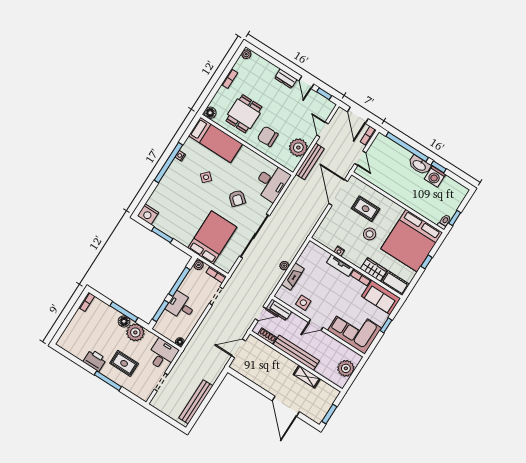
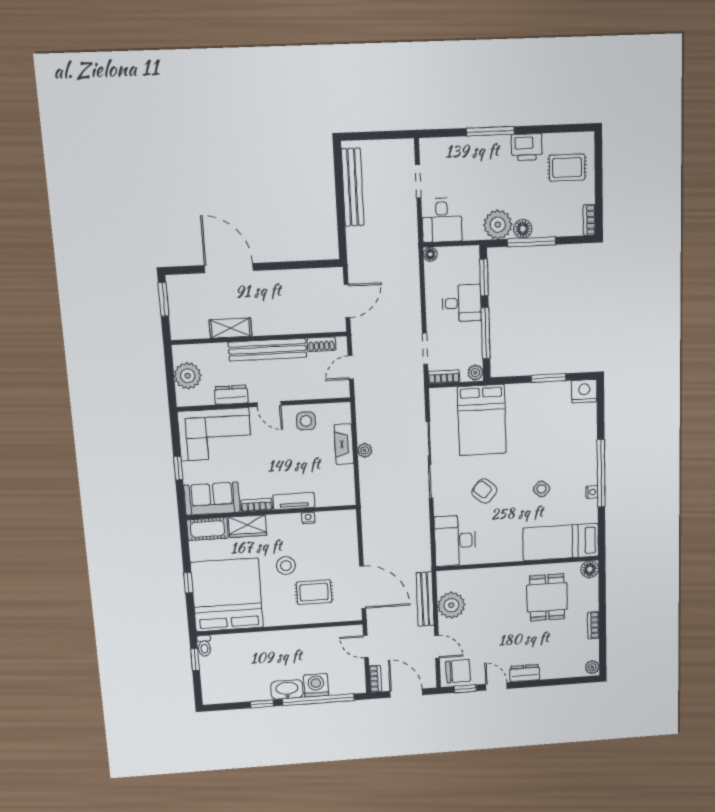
chair: (268, 136) -> (458, 671), moved
washing machine: (435, 177) -> (316, 685), moved
dresser: (280, 311) -> (231, 395), moved
door: (316, 325) -> (269, 404), swing flipped
rug: (124, 363) -> (567, 168), moved

